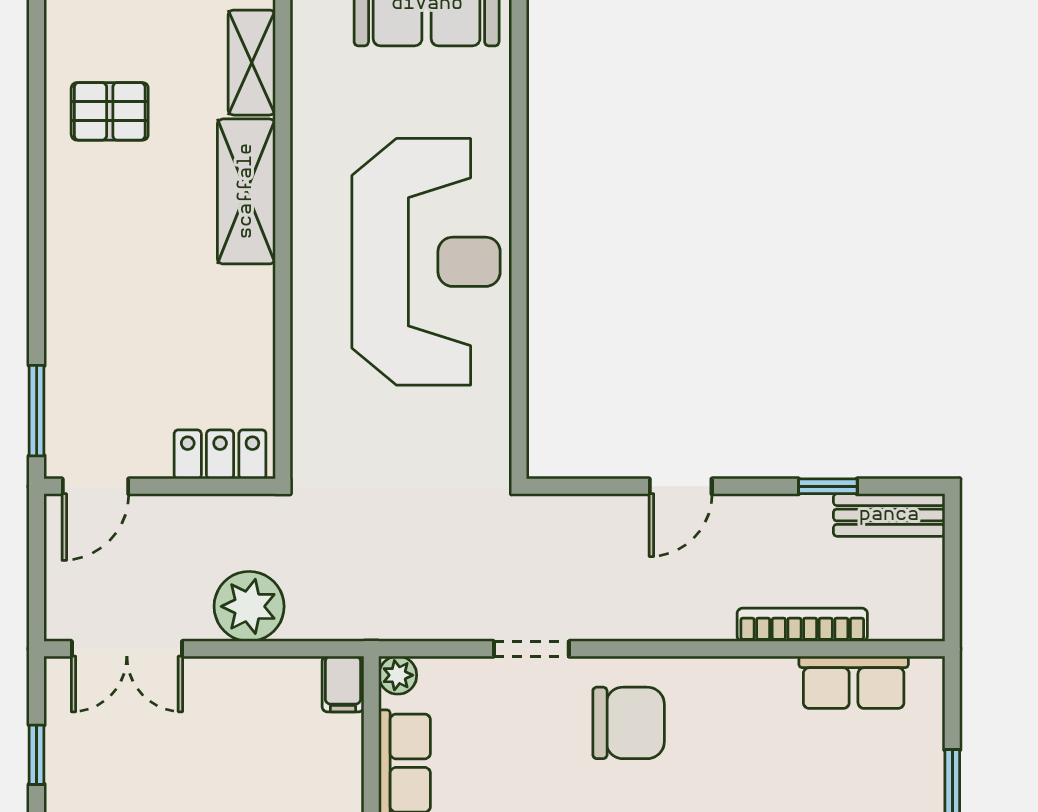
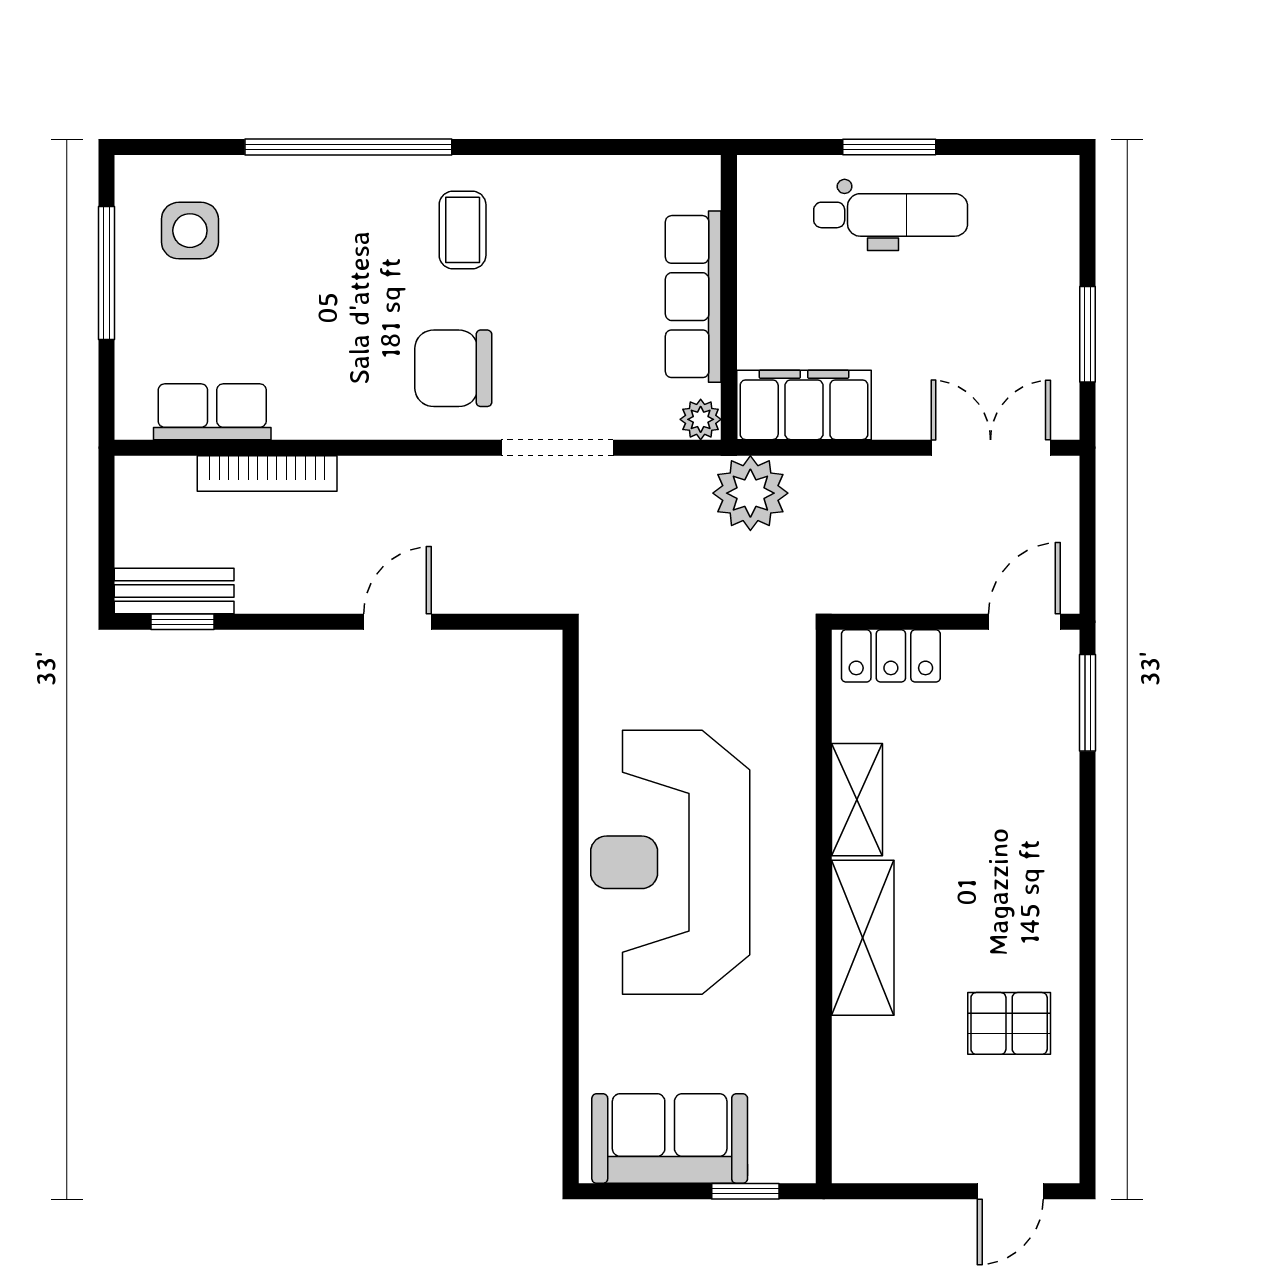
shelving: (252, 63) -> (857, 800), moved
window: (828, 486) -> (182, 622), moved
plant: (249, 606) -> (750, 493), moved
doorway: (531, 649) -> (557, 448), width x1.38
filing cabinet: (343, 684) -> (804, 405), width x3.00, depth x1.17
window: (37, 755) -> (1087, 334), width x1.50

